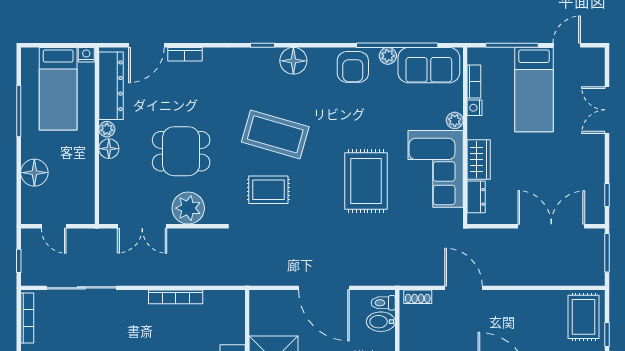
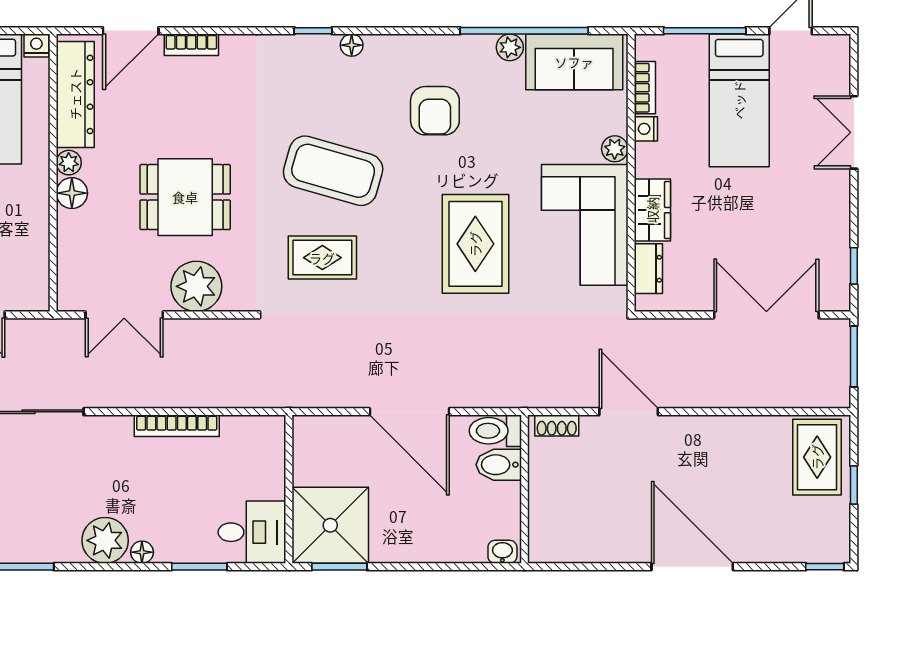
floor lamp: (293, 61) -> (352, 45), width x0.53, depth x0.53
armchair: (353, 67) -> (435, 111), moved
toilet: (383, 303) -> (495, 431), width x1.37, depth x1.39

